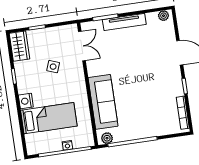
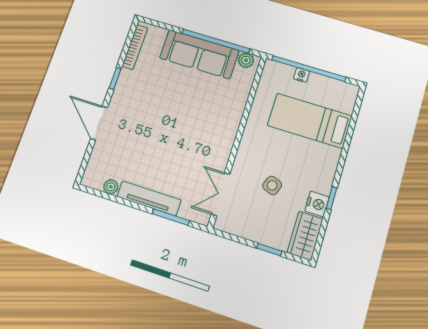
plant: (163, 16) -> (111, 187), moved
nightstand: (26, 101) -> (317, 204), moved
sofa: (103, 102) -> (199, 54), moved, turned -90

